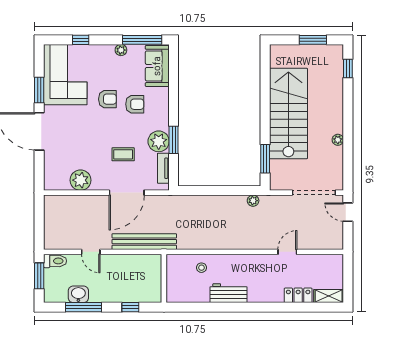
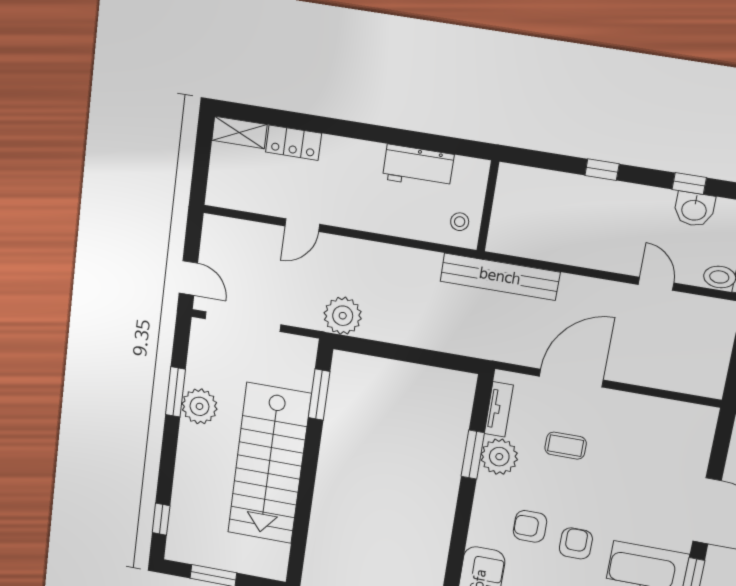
armchair: (107, 99) -> (576, 543), turned 90
plant: (338, 140) -> (199, 406), width x1.87, depth x1.87
window: (348, 146) -> (175, 392), added
plant: (81, 180) -> (650, 414), removed
plant: (253, 201) -> (343, 316), width x1.88, depth x1.88
bench: (144, 242) -> (500, 277), moved
wall: (164, 278) -> (488, 206), moved
window: (84, 307) -> (689, 184), width x0.46

